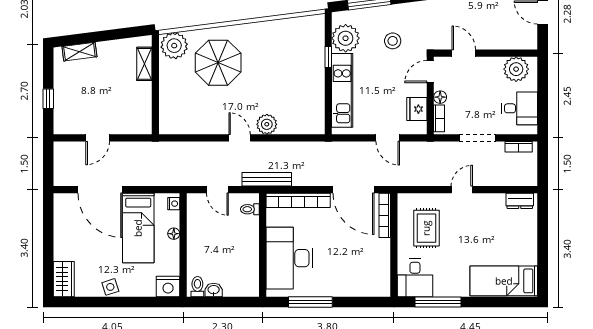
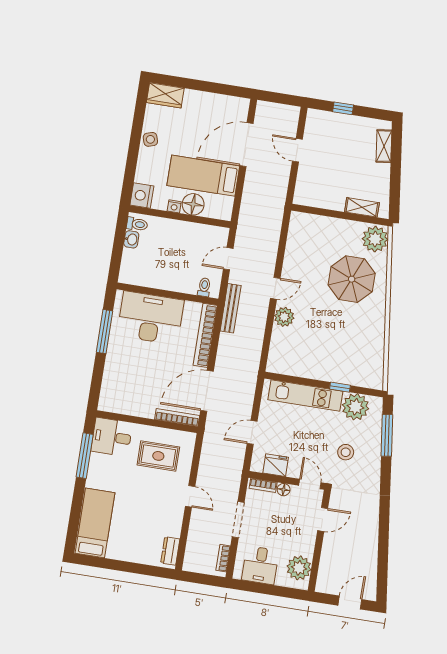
nightstand: (174, 204) -> (174, 206), moved
floor lamp: (174, 234) -> (193, 204), width x1.89, depth x1.89

